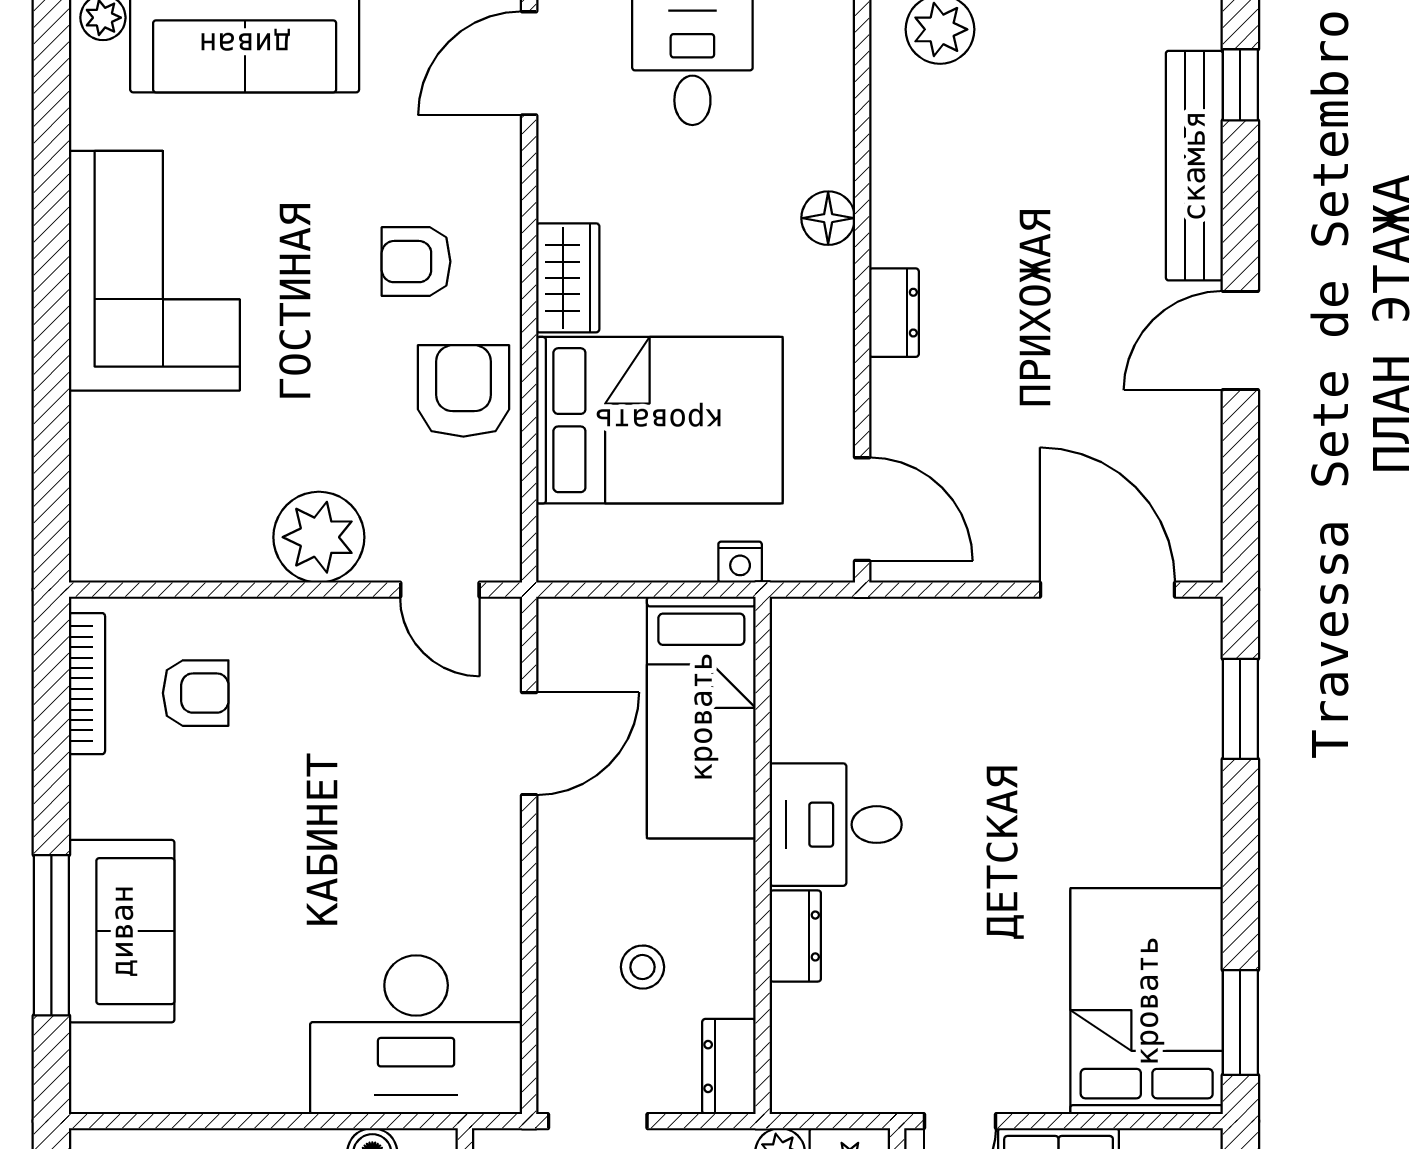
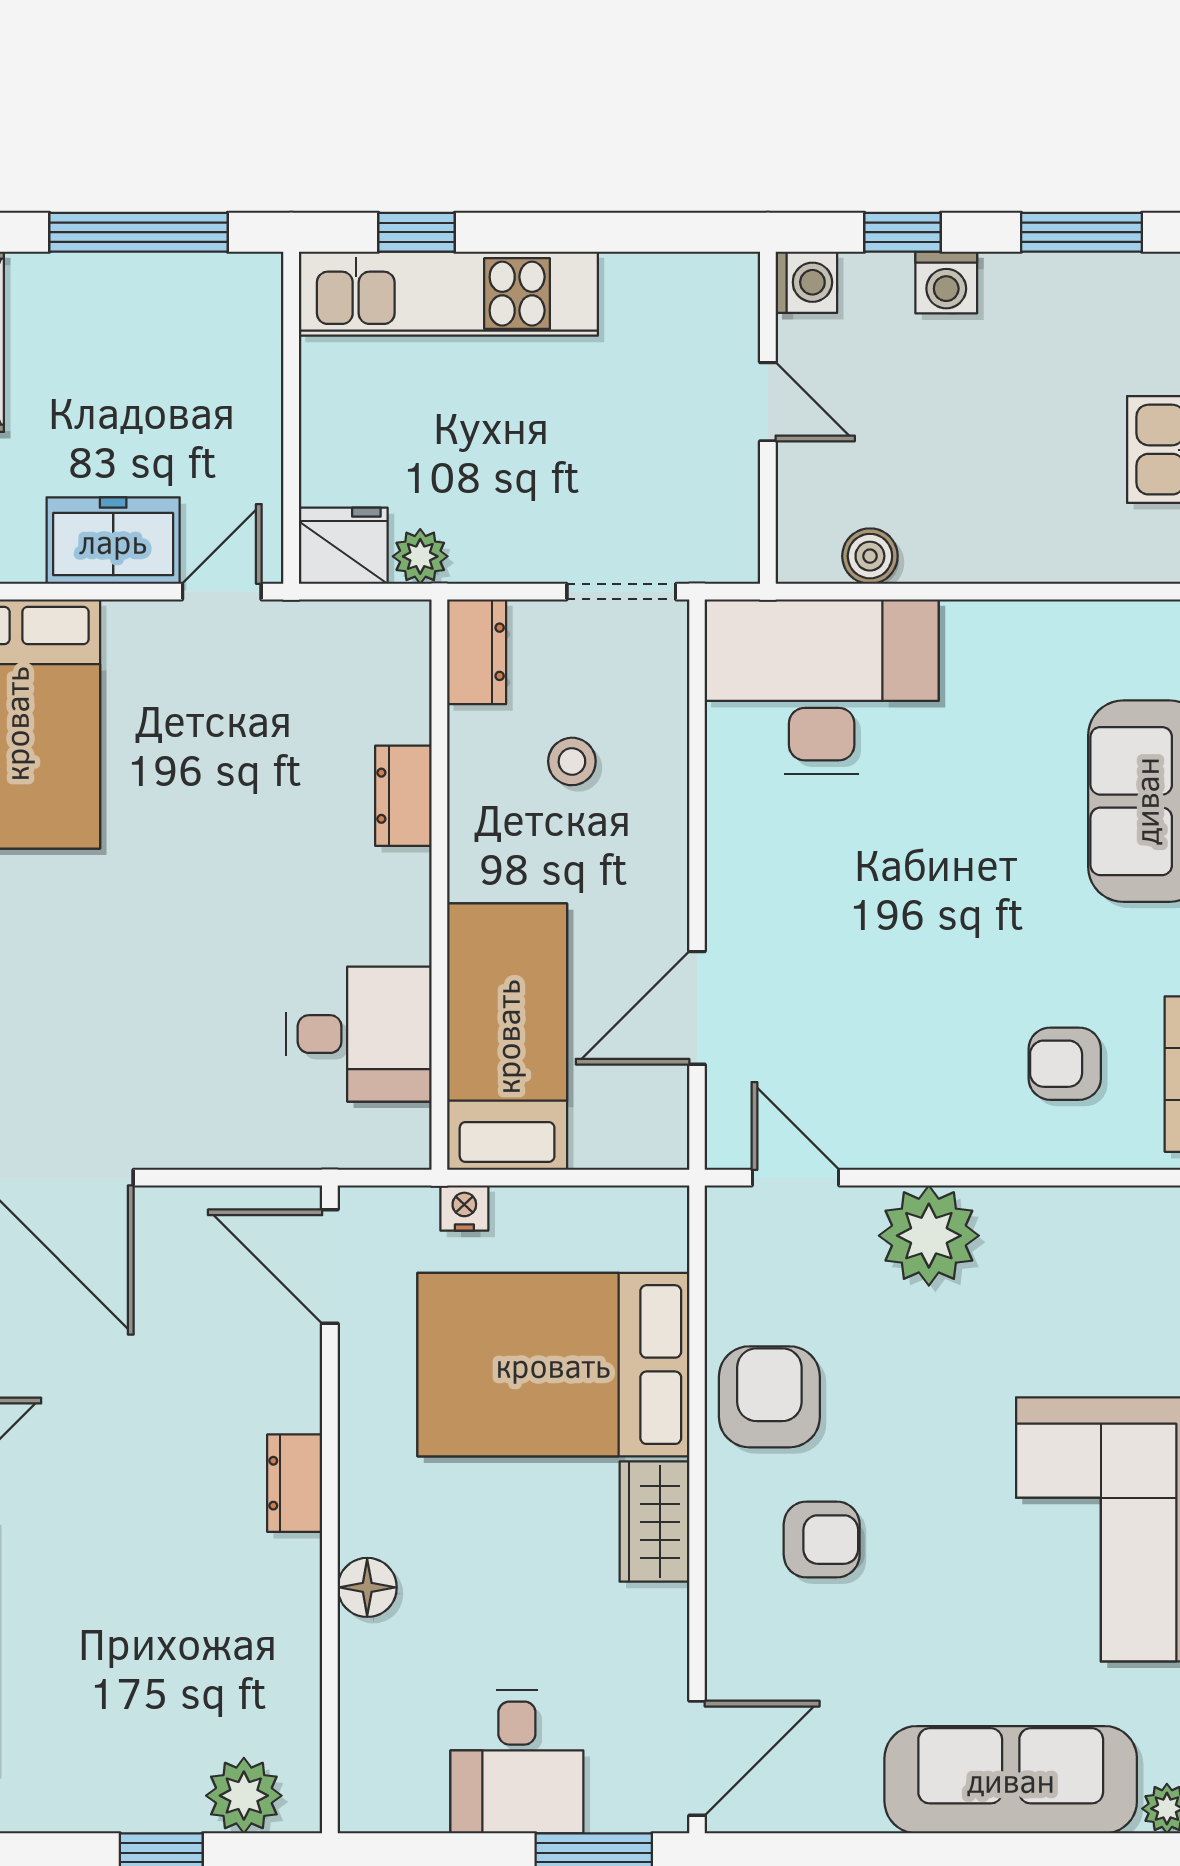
armchair: (463, 391) -> (769, 1397), turned 180
desk: (836, 825) -> (359, 1034), moved

